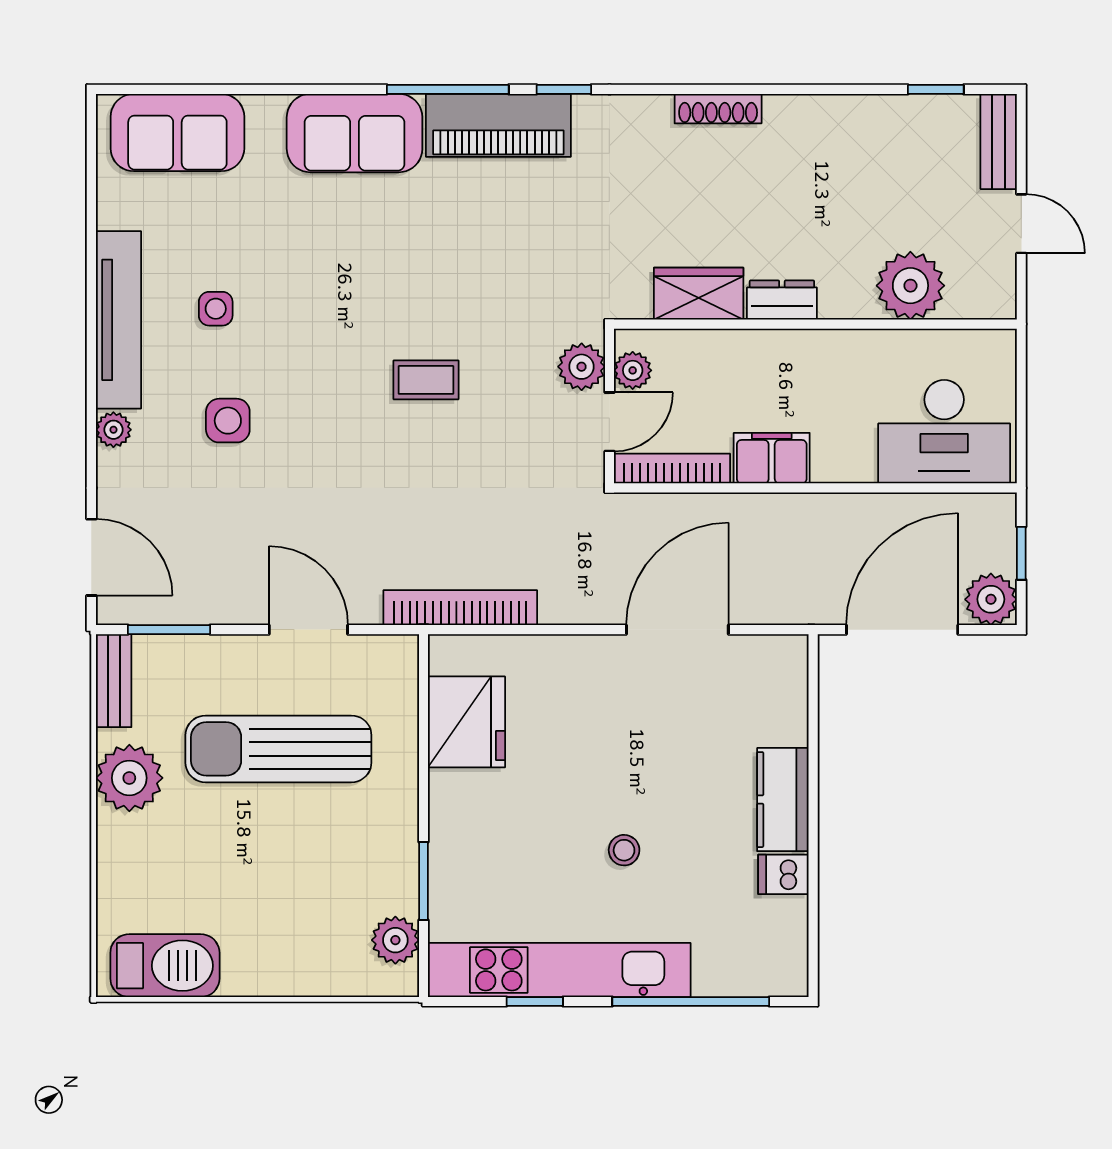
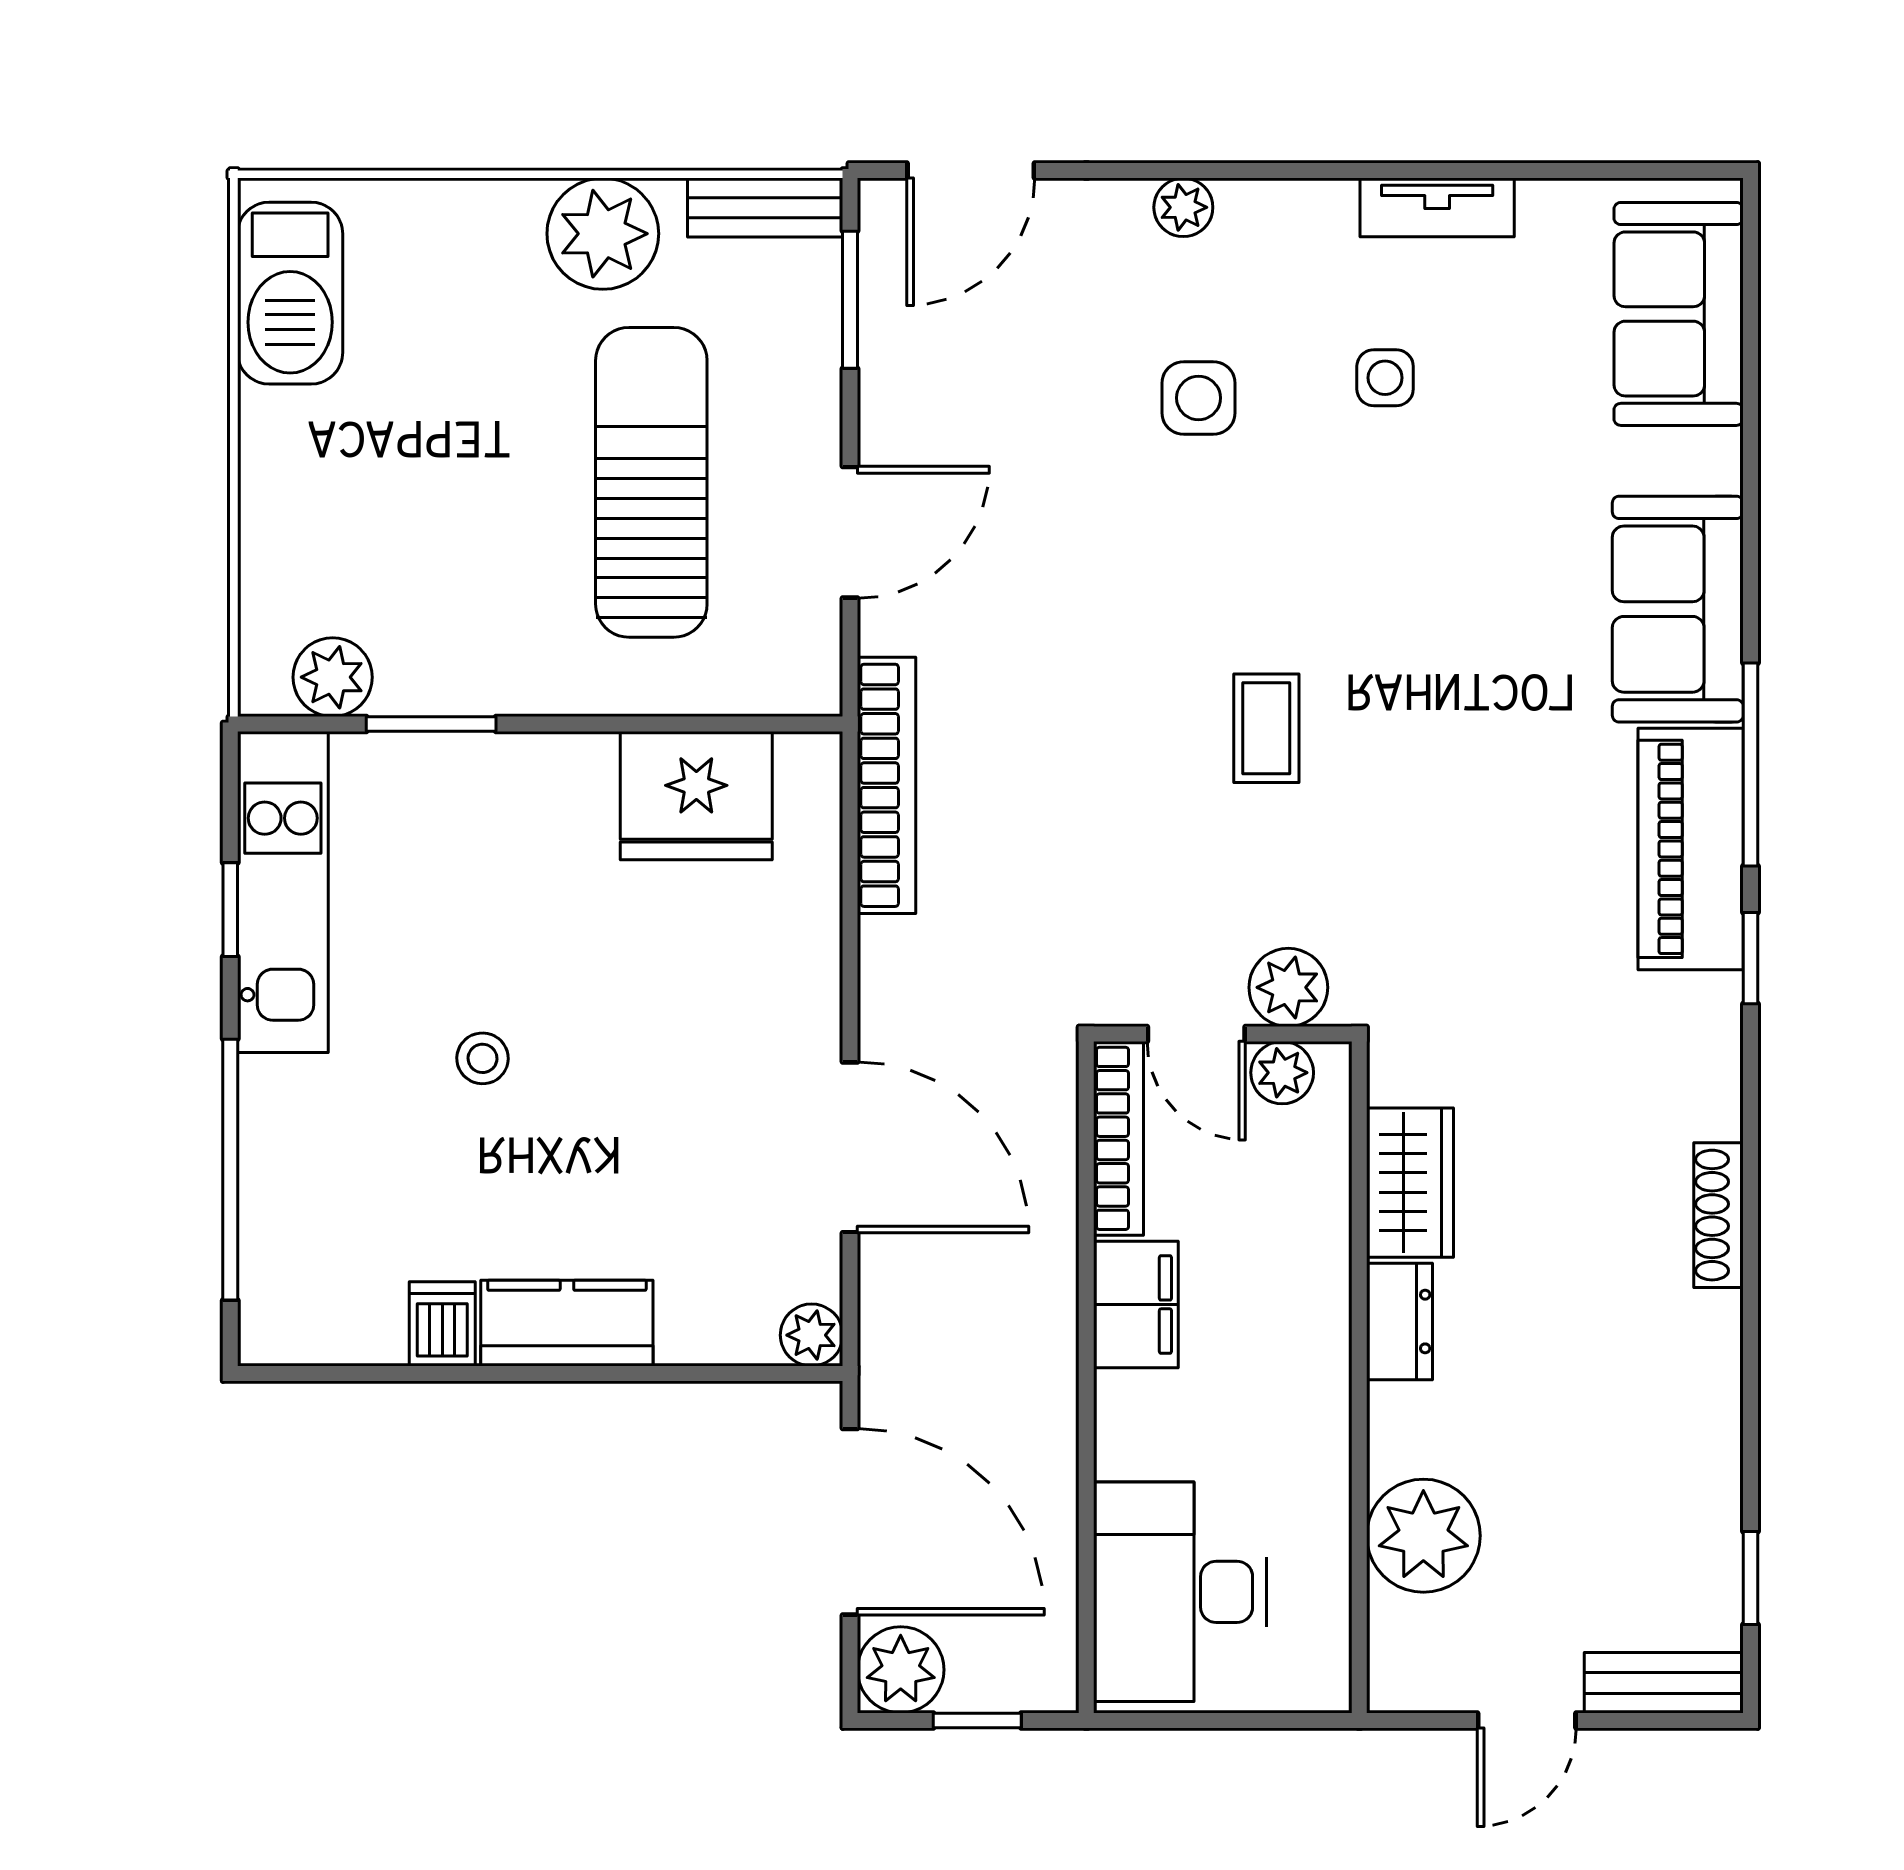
tv unit: (119, 320) -> (1437, 207), width x0.52, depth x0.78
plant: (790, 653) -> (812, 1335), added
kitchen unit: (559, 970) -> (283, 892), width x0.73

